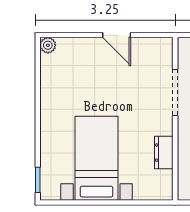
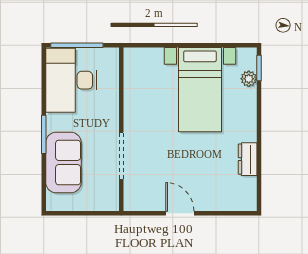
plant: (48, 45) -> (249, 79), moved
dresser: (164, 153) -> (248, 159), moved, turned 180

